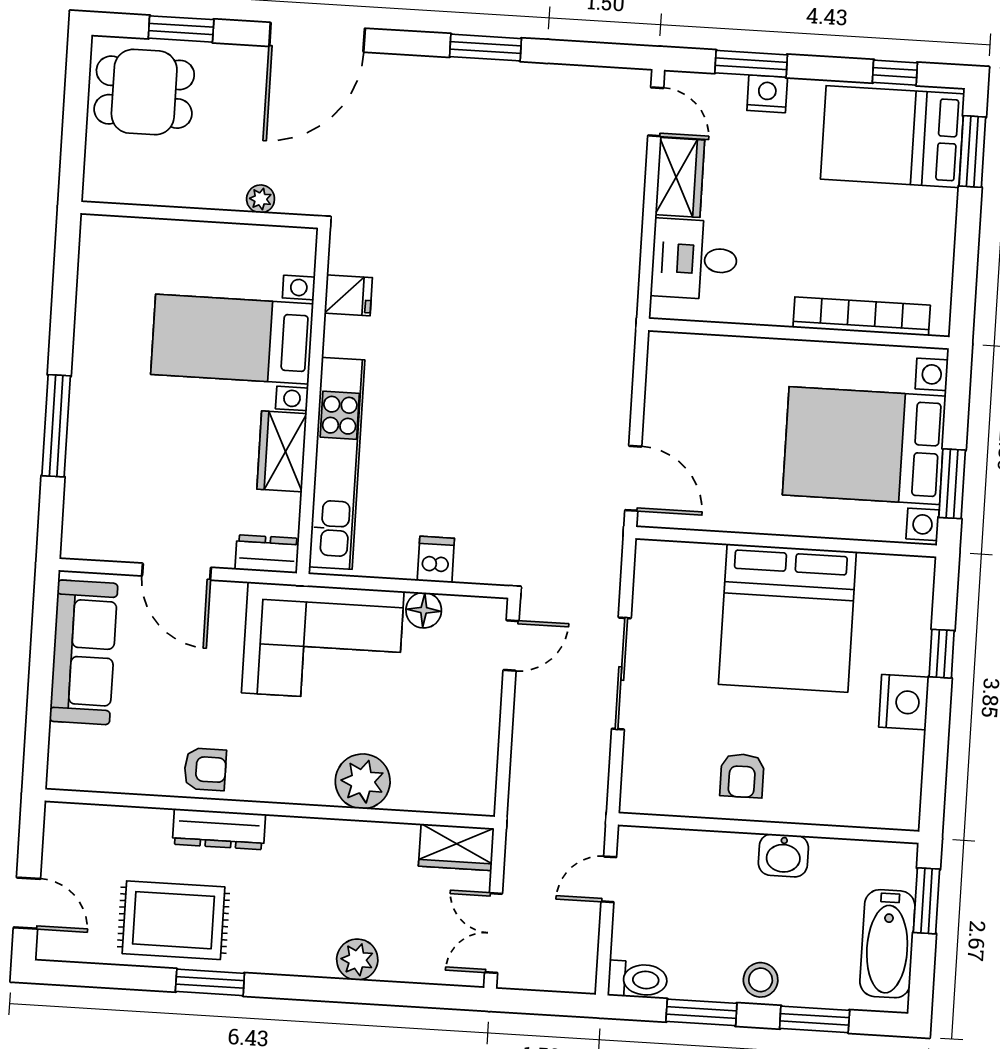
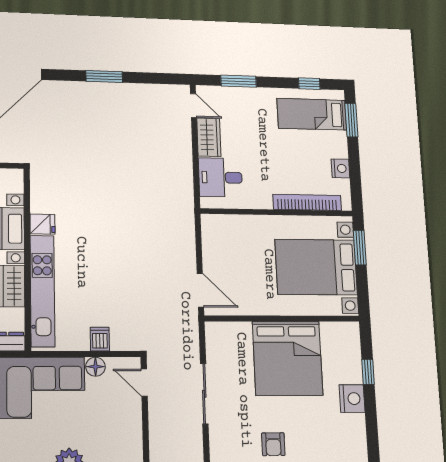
nightstand: (767, 94) -> (340, 168), moved, turned 90
bed: (892, 137) -> (312, 114), width x0.67
fridge: (348, 295) -> (42, 224), moved
window: (952, 484) -> (360, 248), moved
door: (511, 646) -> (144, 383), swing flipped

